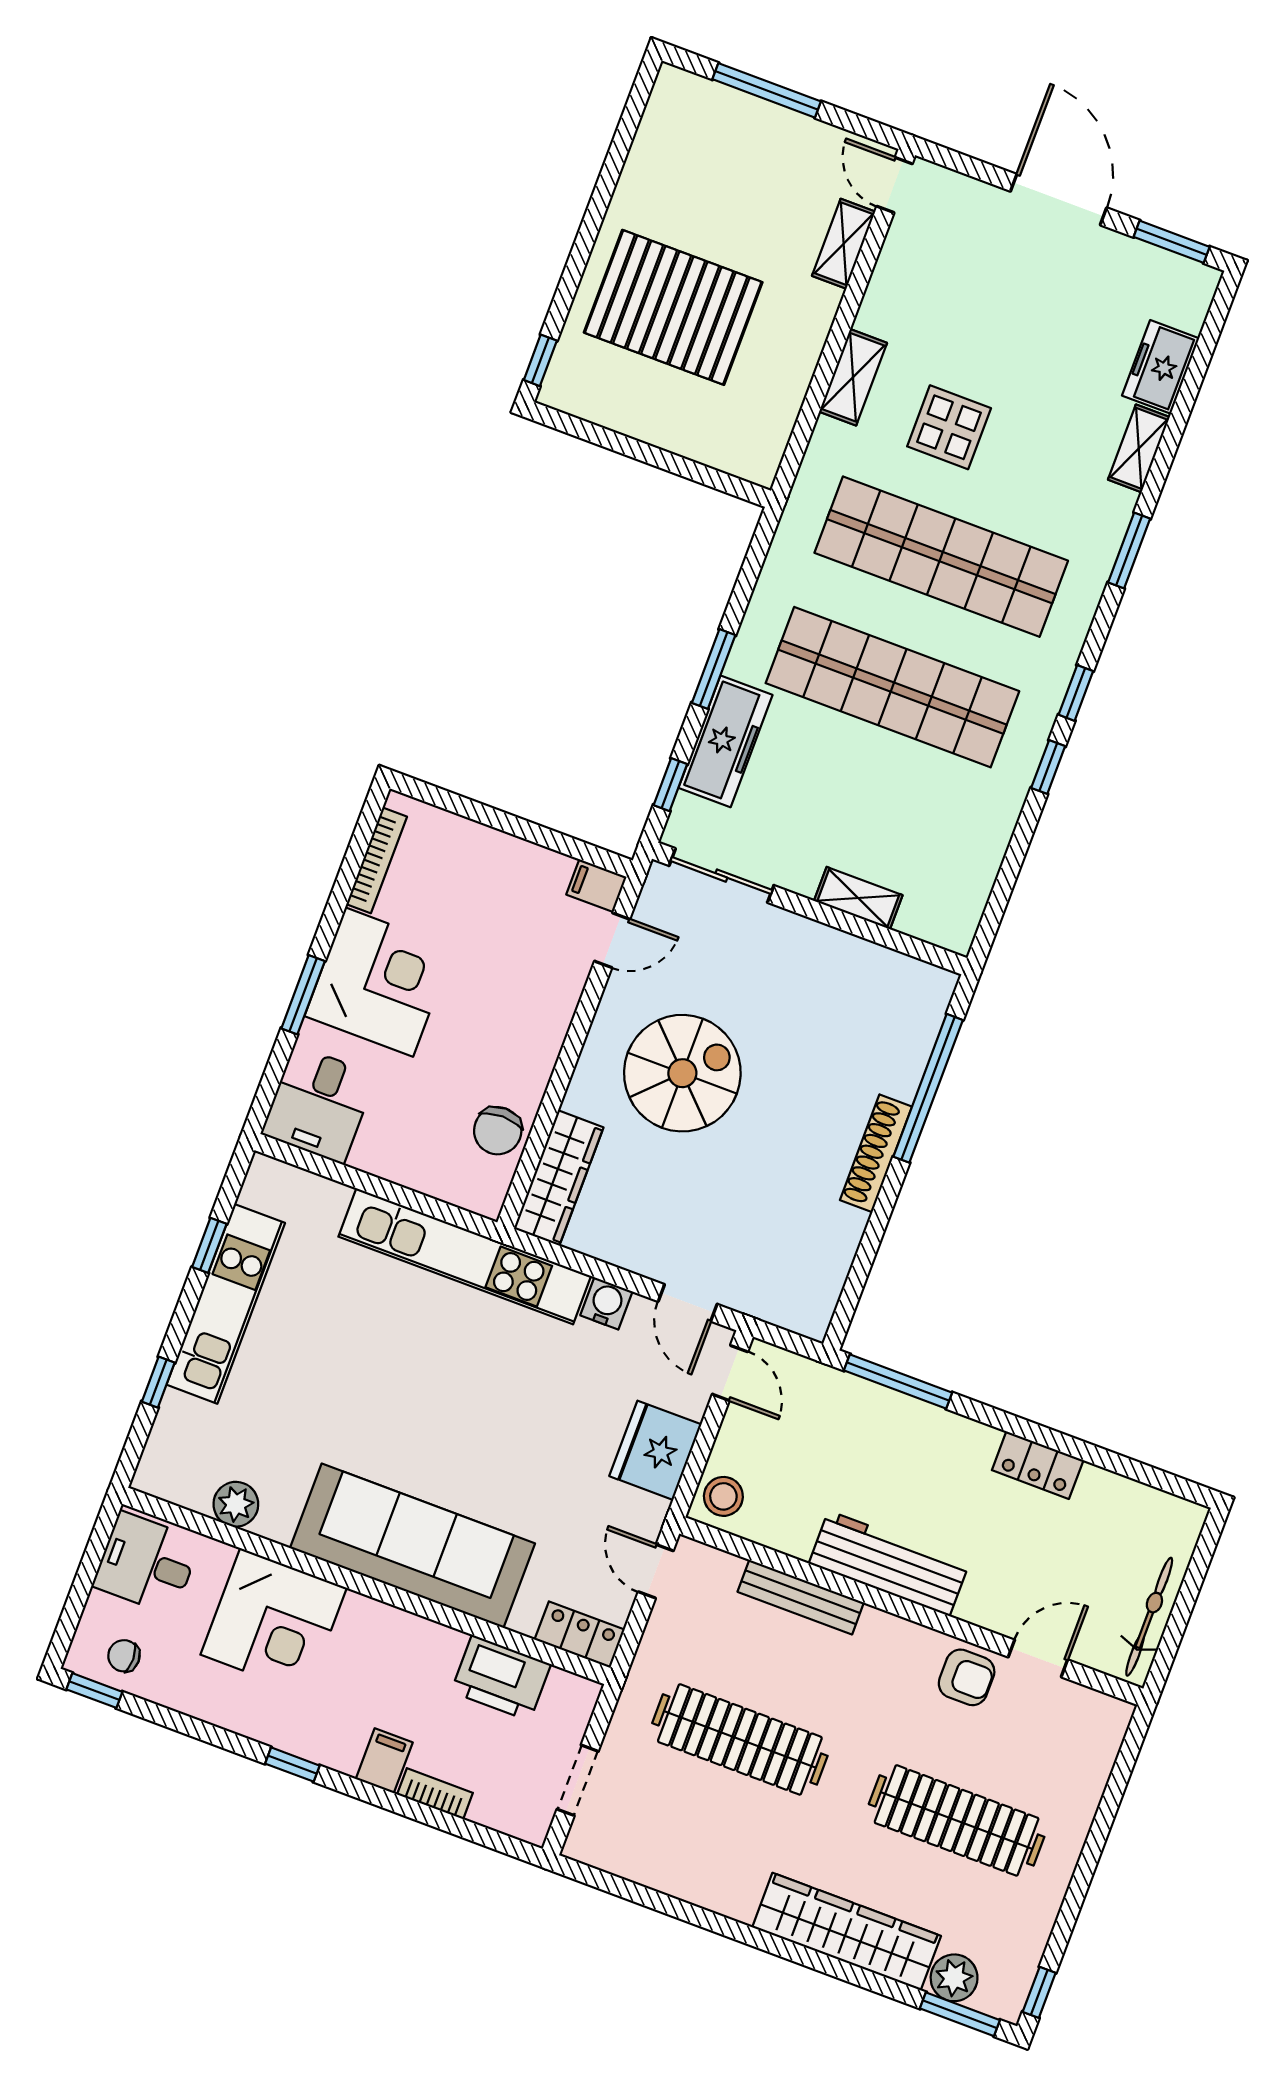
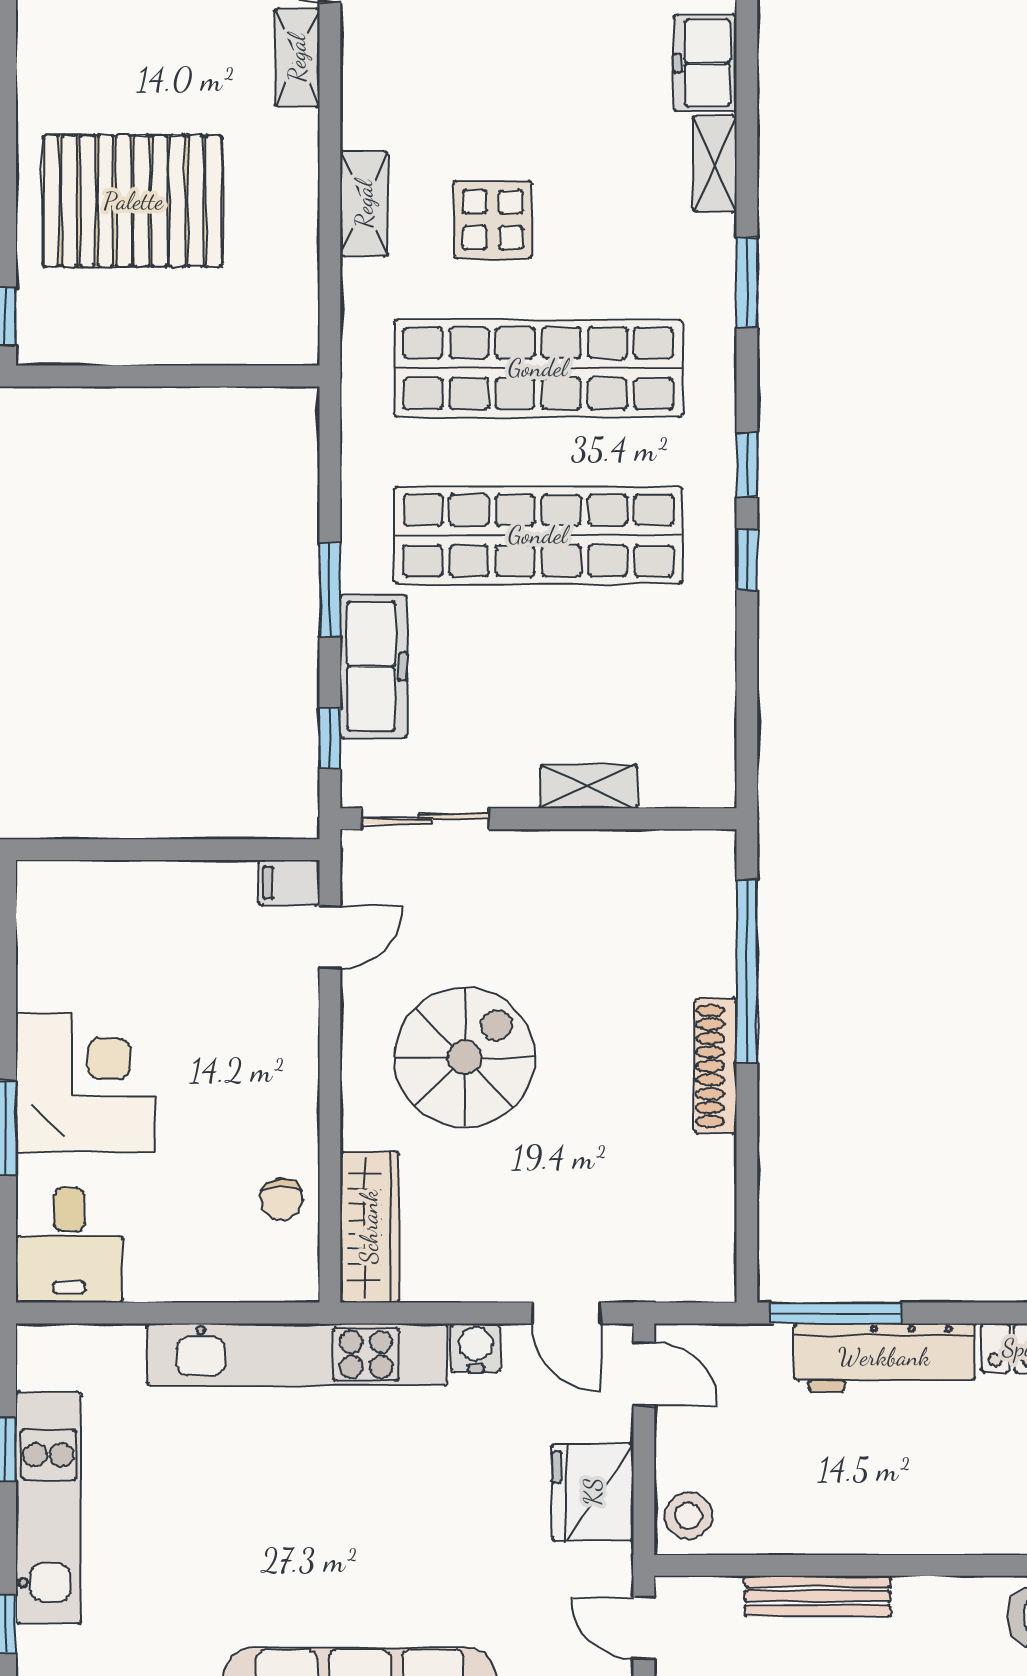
bookcase: (377, 860) -> (32, 947), removed
chair: (498, 1131) -> (281, 1199), width x0.73, depth x0.73
workbench: (889, 1563) -> (884, 1357), moved, turned 180

